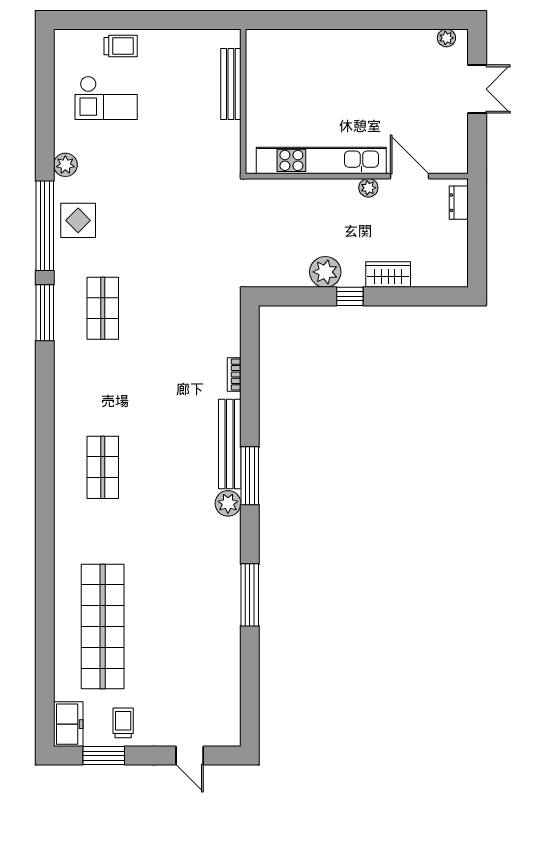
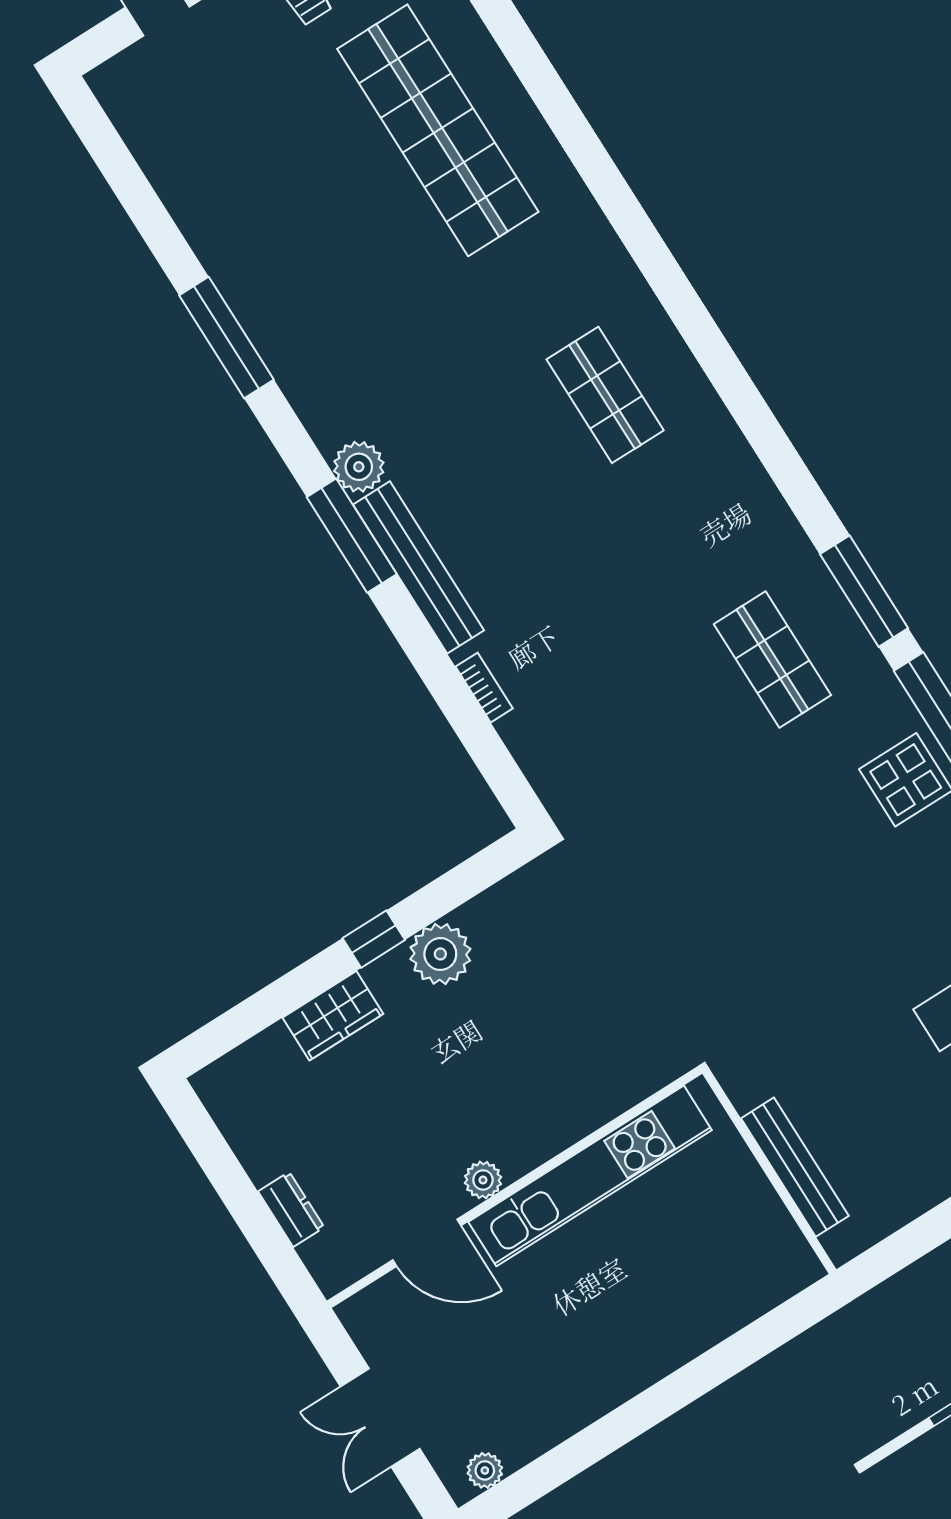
kitchen unit: (321, 160) -> (590, 1176), moved
wall: (357, 176) -> (515, 1187), moved
door: (409, 176) -> (427, 1243), moved
plant: (368, 188) -> (483, 1180), moved

